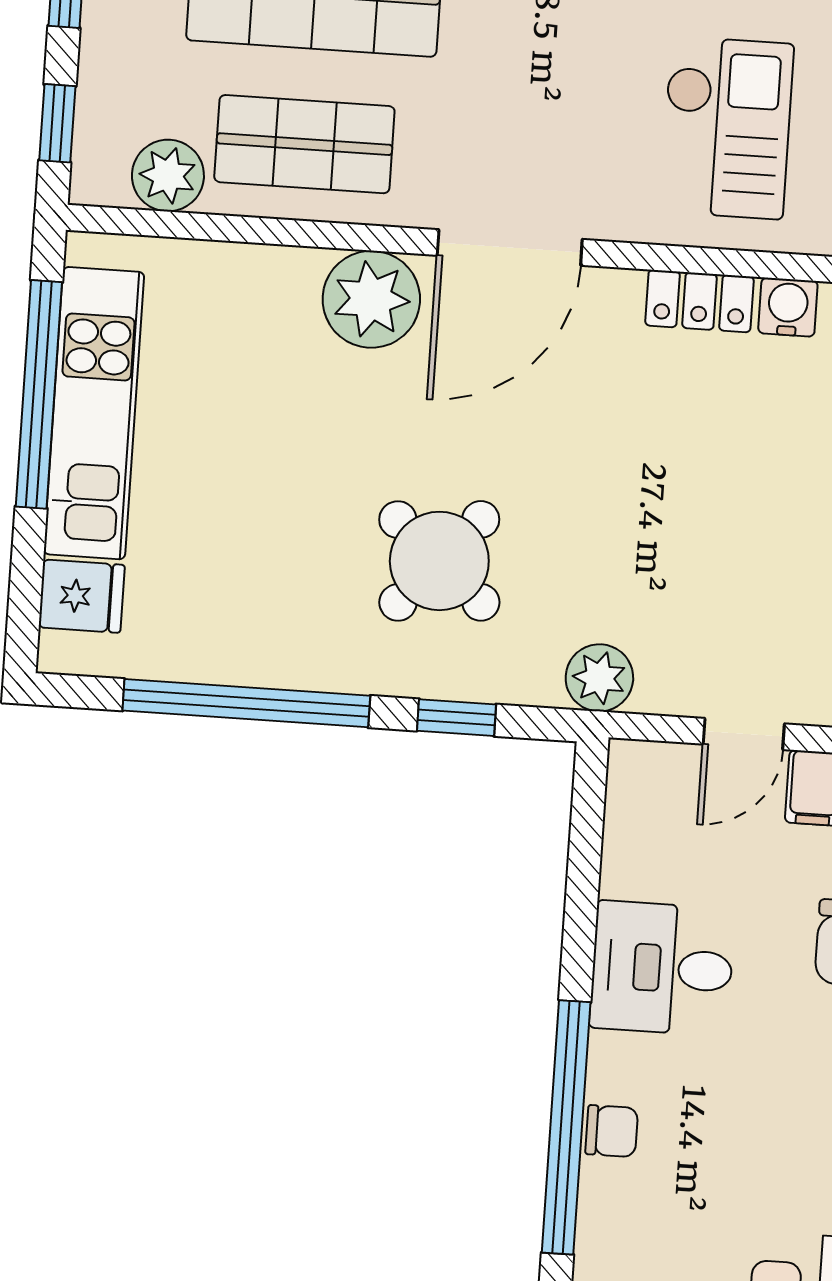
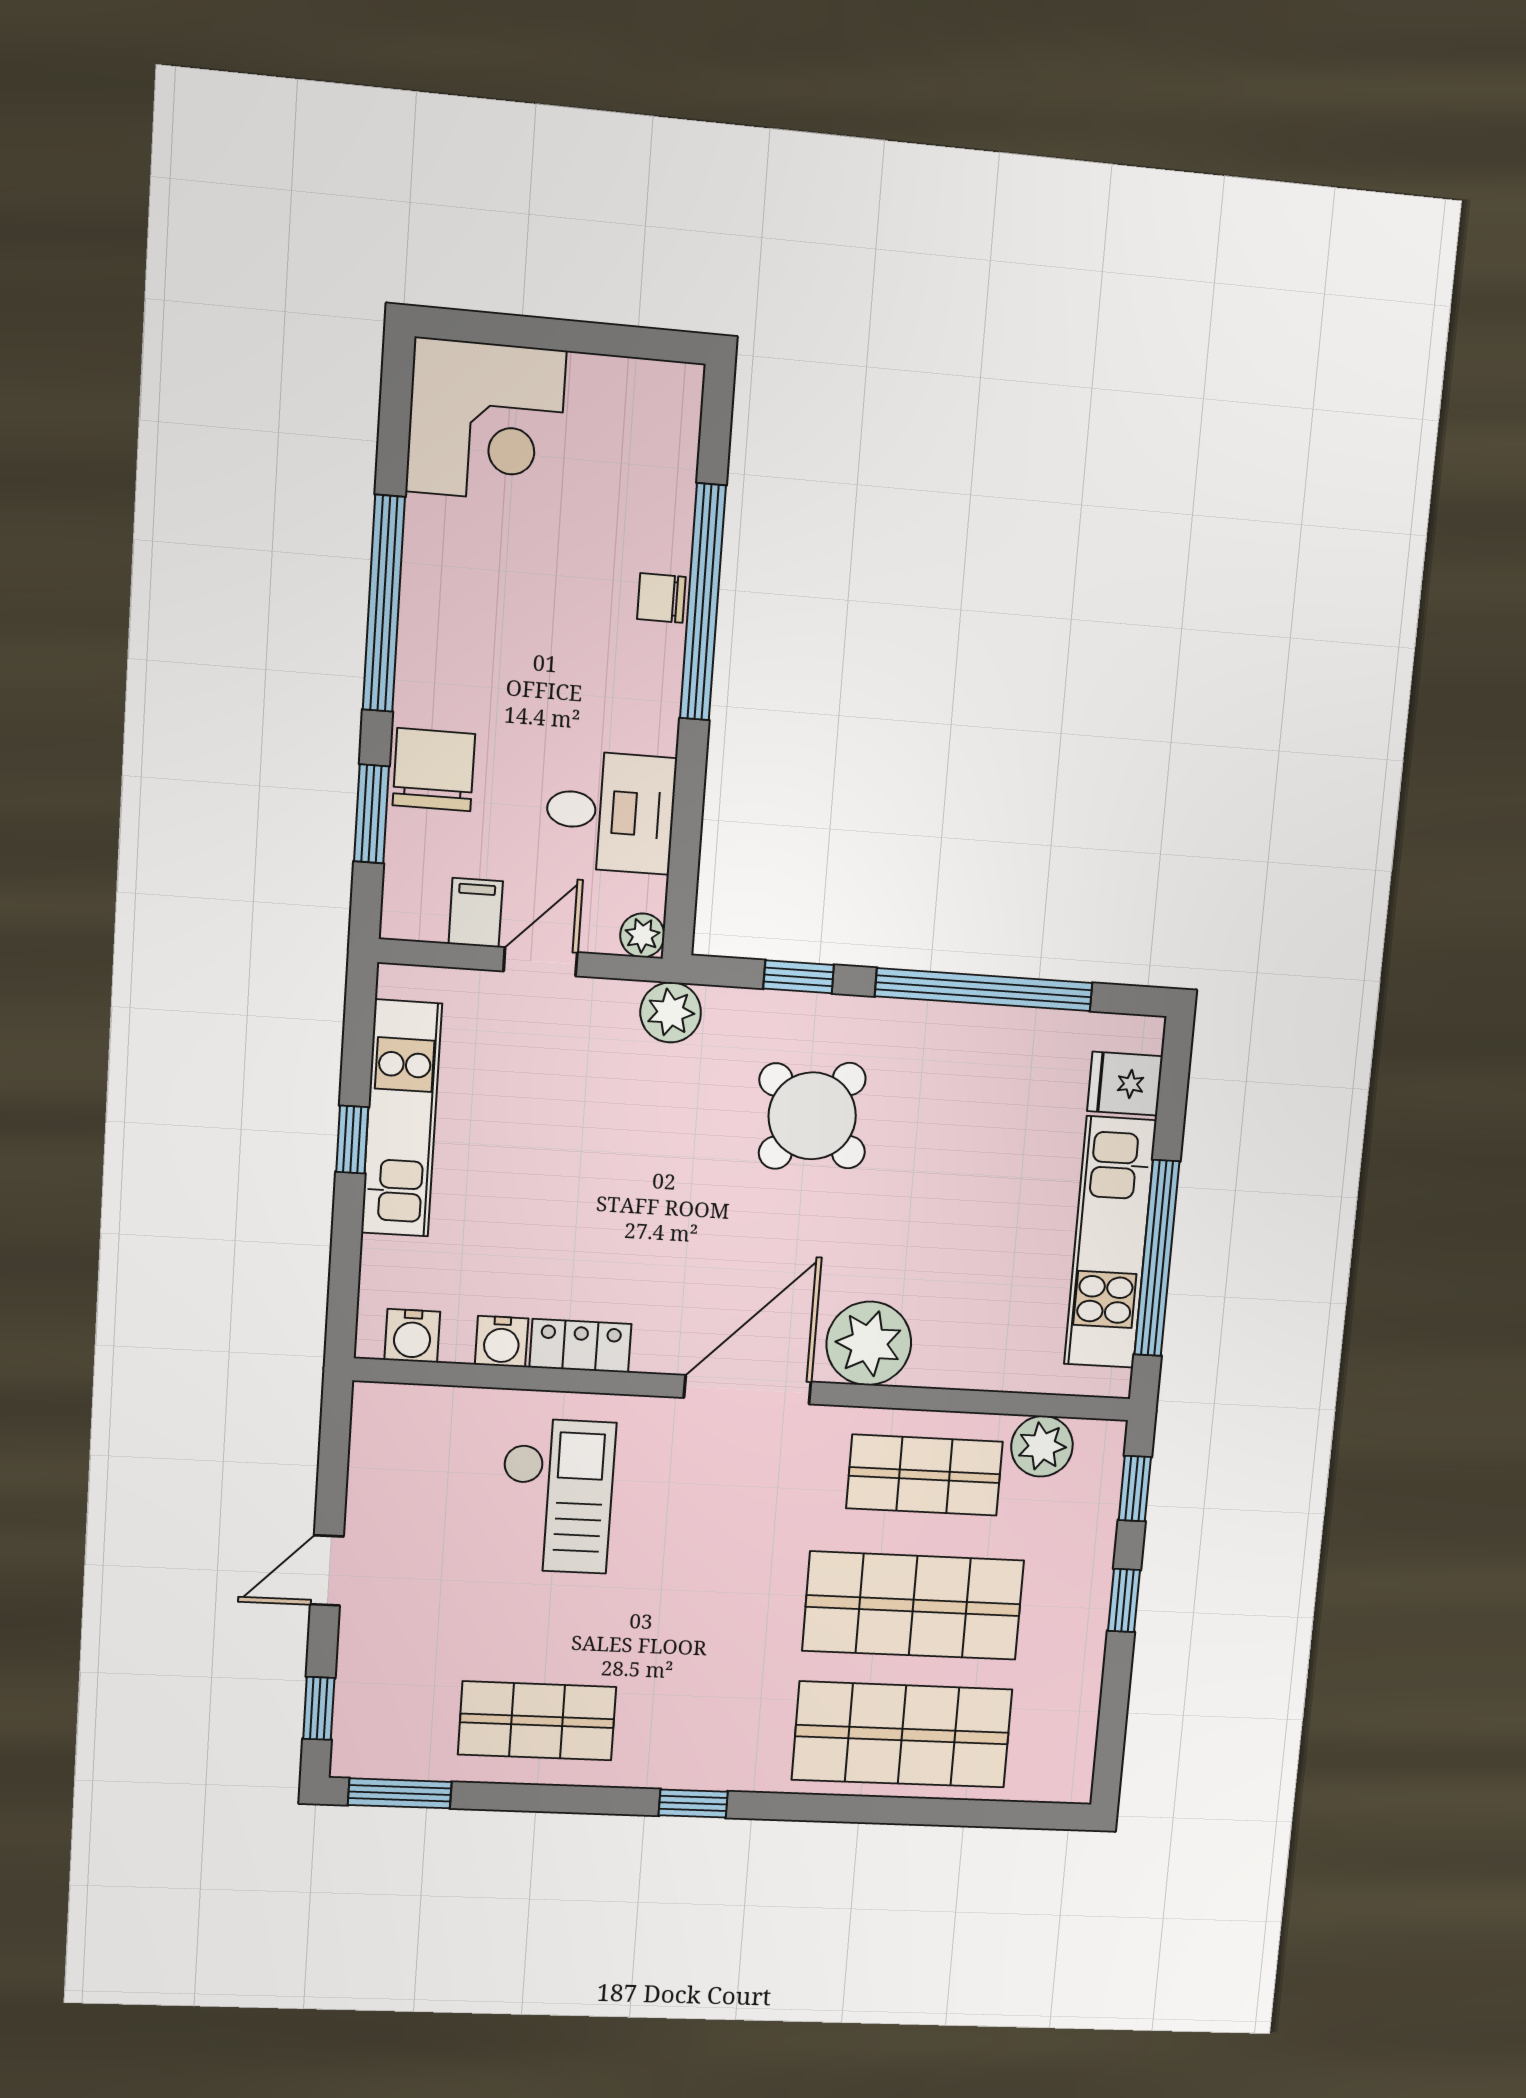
checkout: (726, 128) -> (557, 1496), turned 180
plant: (631, 763) -> (642, 935), added
desk: (662, 968) -> (610, 812), moved

